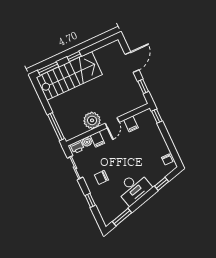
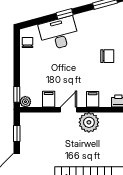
plant: (87, 142) -> (25, 102), moved
window: (162, 184) -> (65, 14), moved
desk: (134, 188) -> (59, 34), moved

